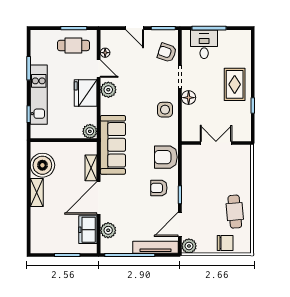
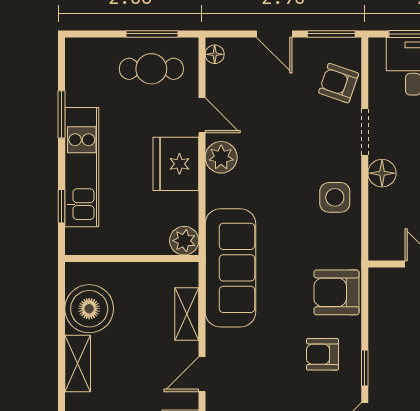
floor lamp: (105, 53) -> (215, 54), moved
door: (99, 198) -> (202, 374), width x0.53

